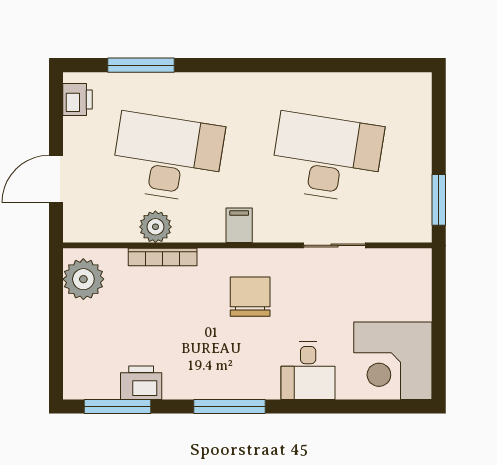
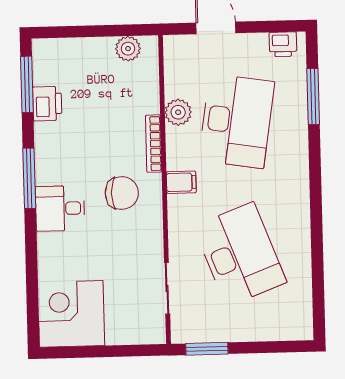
desk: (327, 157) -> (240, 254), turned -30
sliding door: (335, 245) -> (167, 288), moved
bookcase: (163, 257) -> (154, 144), moved
plant: (83, 279) -> (128, 49), width x0.73, depth x0.73
desk: (308, 371) -> (60, 208), moved

